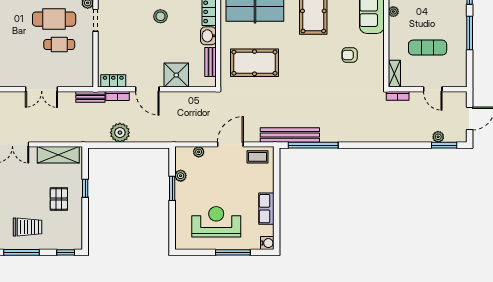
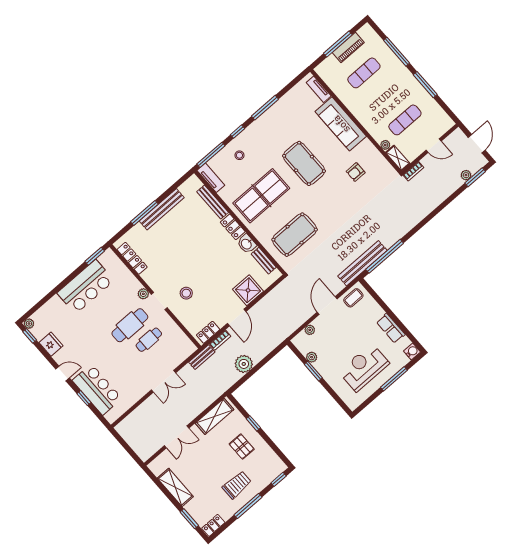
plant: (393, 12) -> (385, 145), moved
stool: (161, 16) -> (186, 293), moved
door: (147, 89) -> (237, 318), hinge flipped

